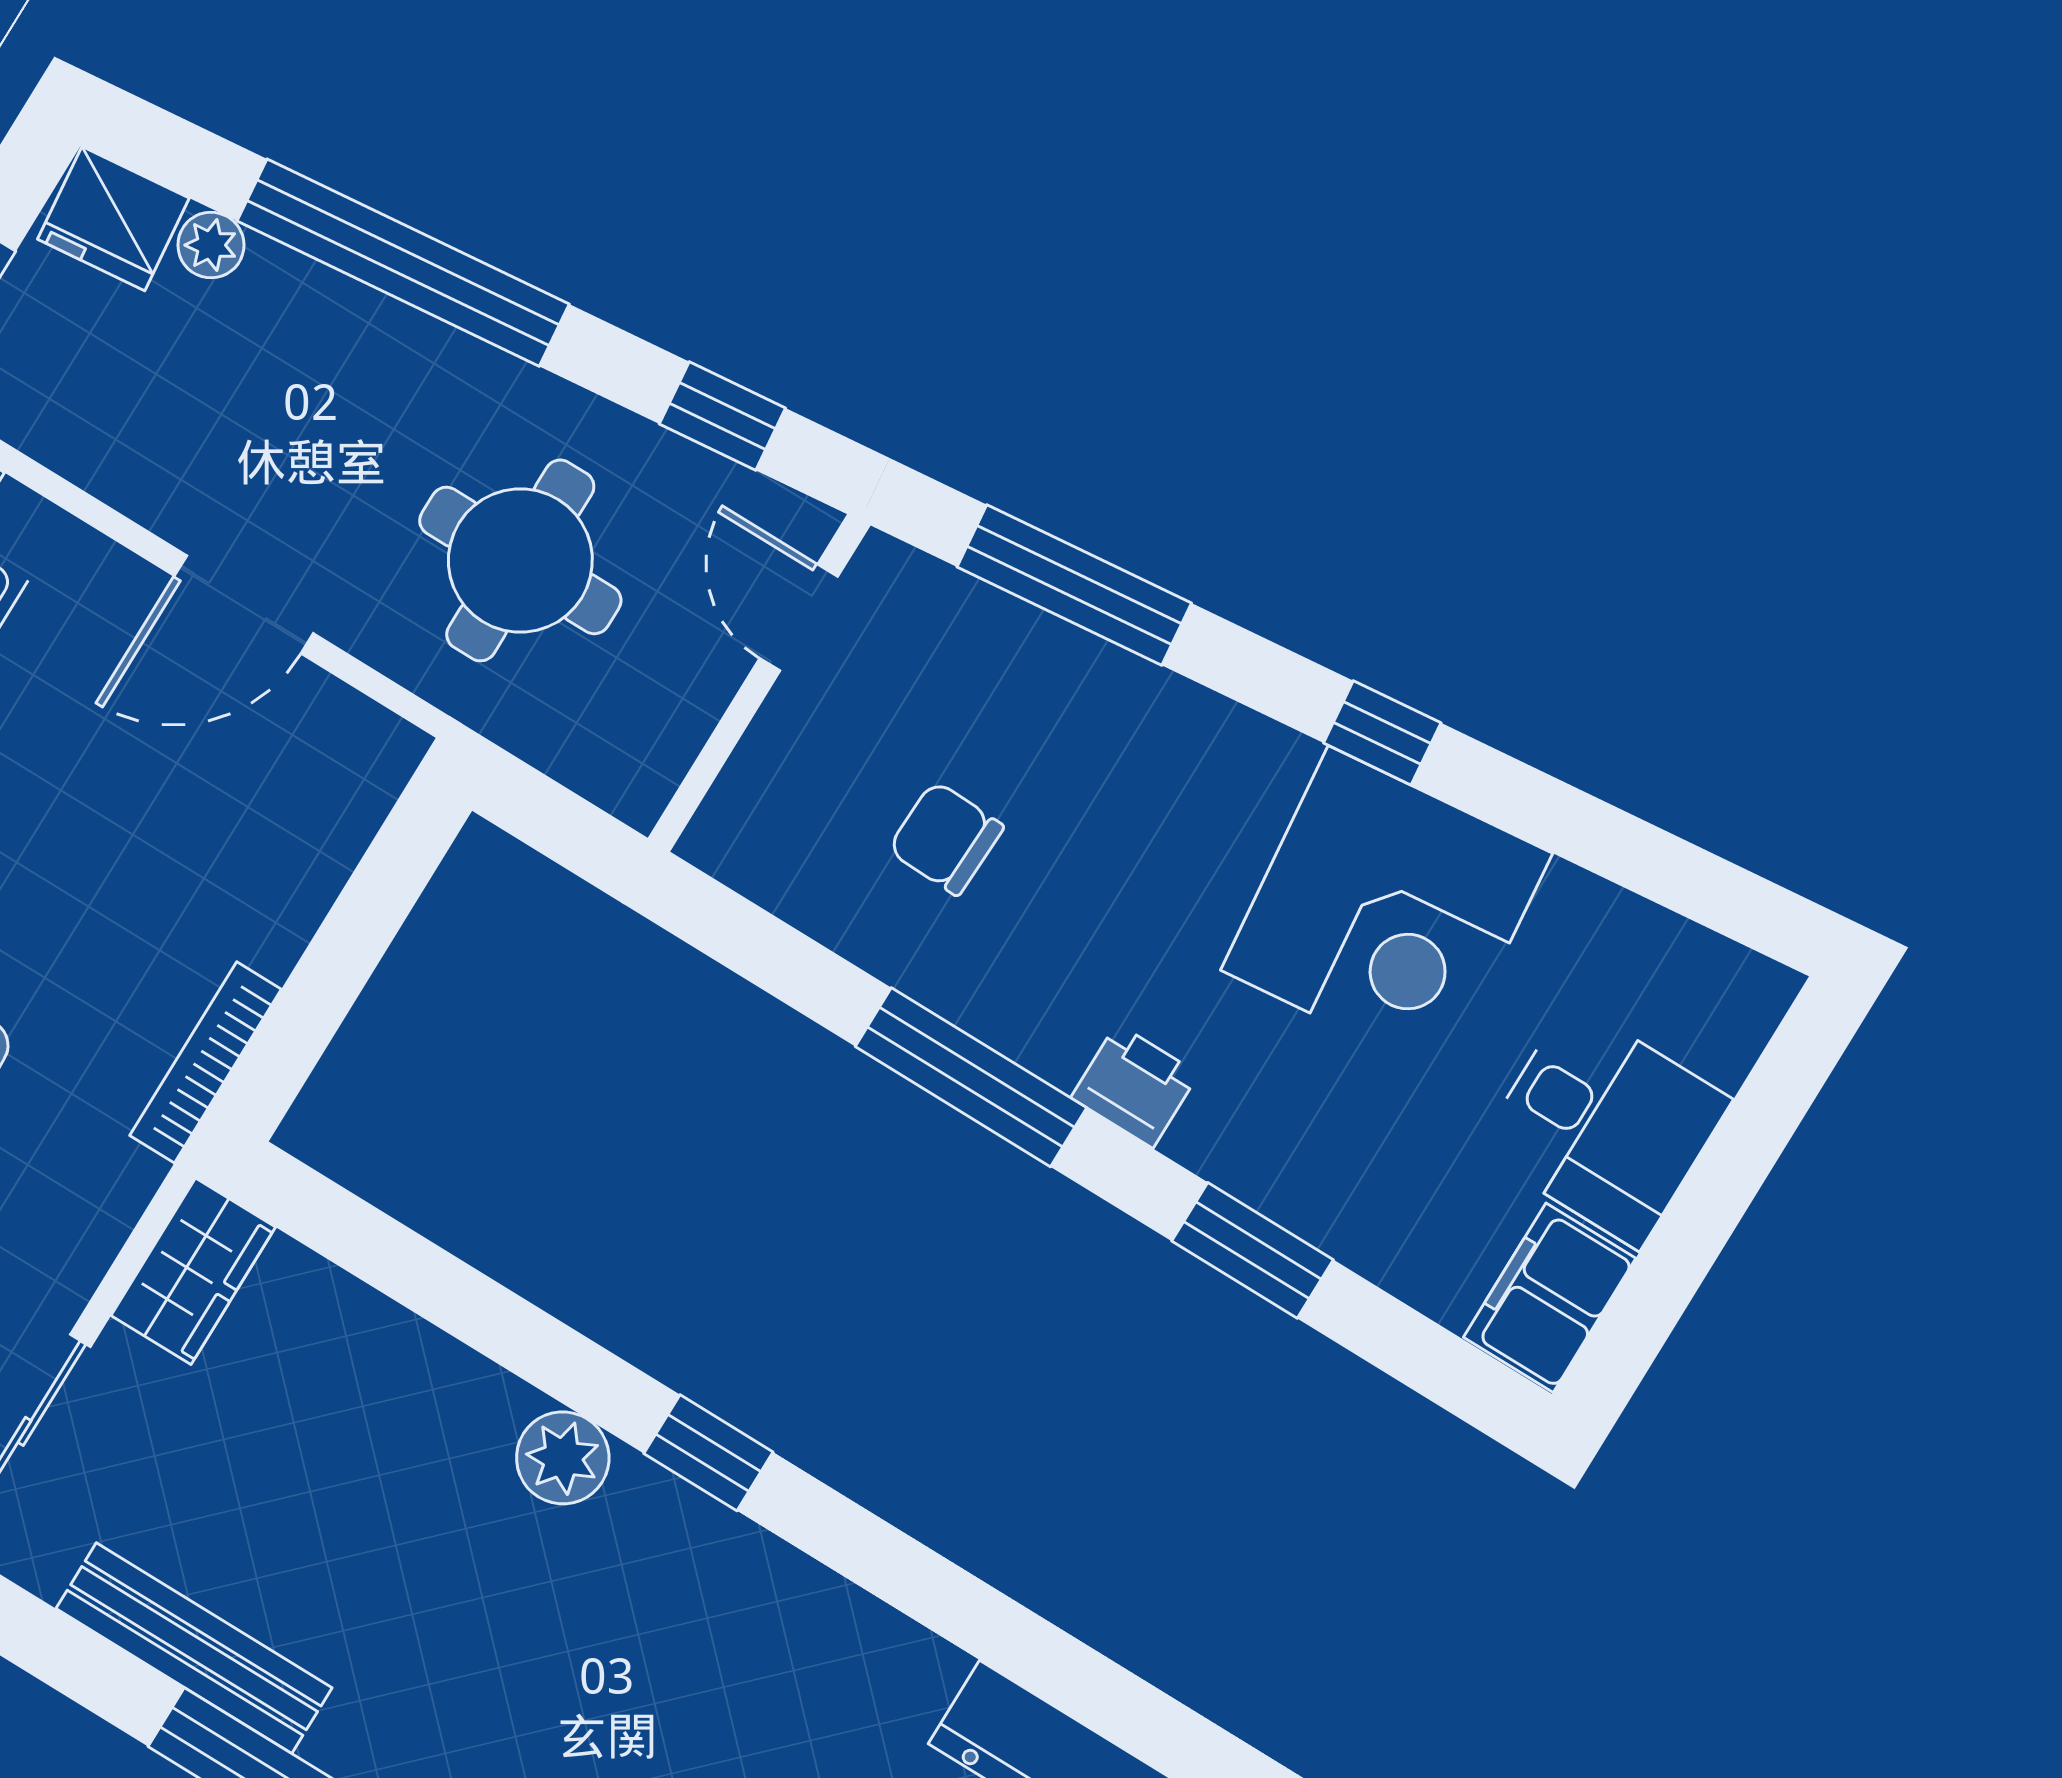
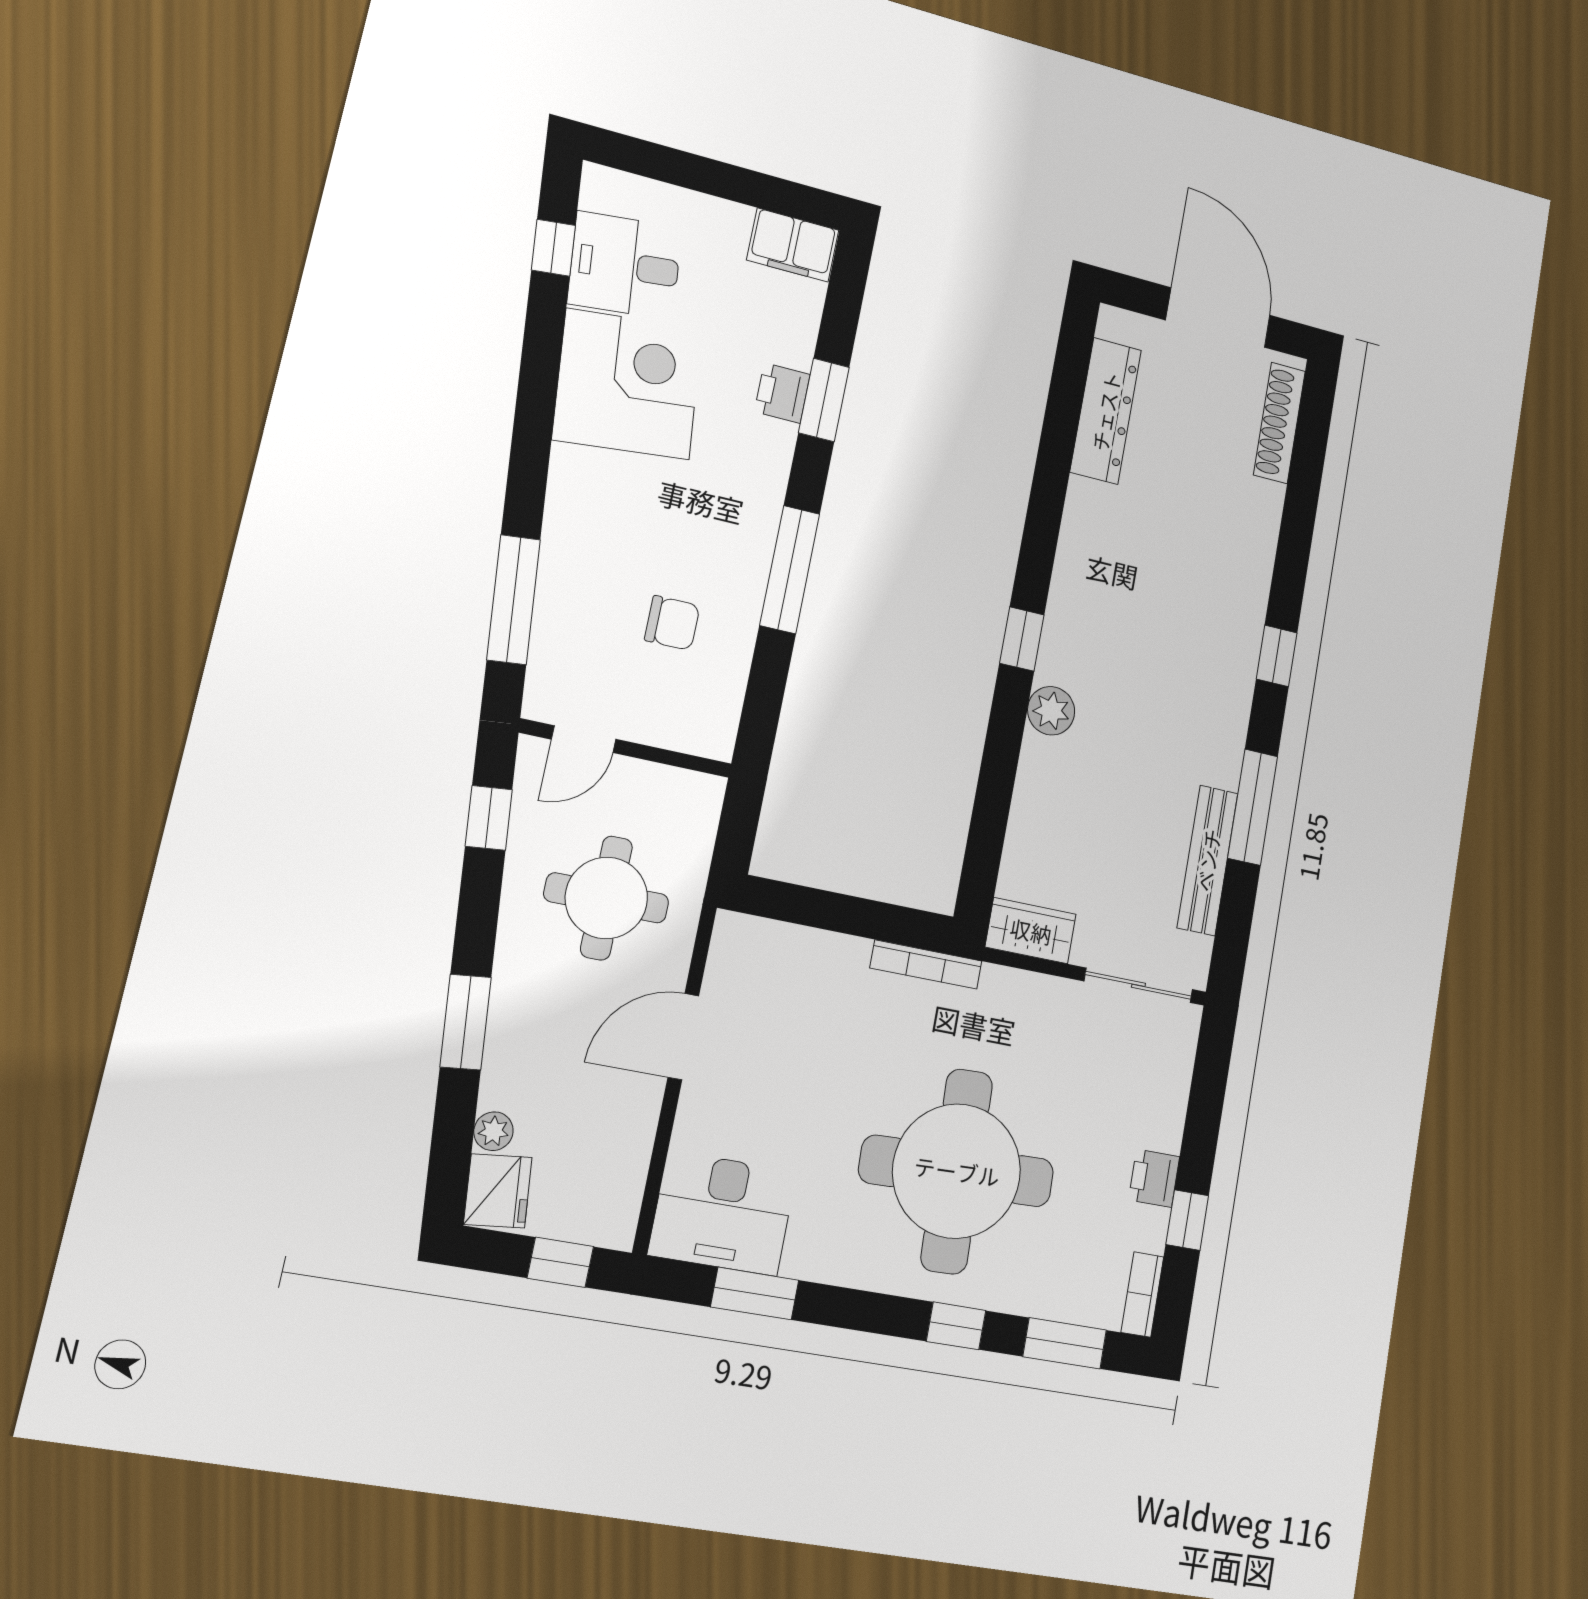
window: (403, 263) -> (466, 1022), width x0.47
door: (244, 605) -> (683, 1037), swing flipped
window: (1382, 733) -> (553, 248), moved
chair: (946, 838) -> (672, 623), turned -92
printer: (1135, 1086) -> (782, 393), moved
desk: (1604, 1125) -> (625, 266), moved, turned -96

